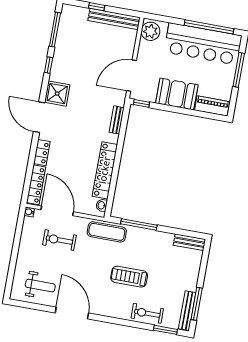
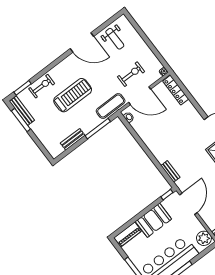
locker: (42, 153) -> (191, 110), removed
locker: (105, 170) -> (147, 138), removed
door: (57, 211) -> (140, 96), moved
bench: (189, 242) -> (73, 139), moved
treadmill: (129, 277) -> (73, 95), width x1.37, depth x1.38
weight bench: (40, 286) -> (115, 39), turned -90

